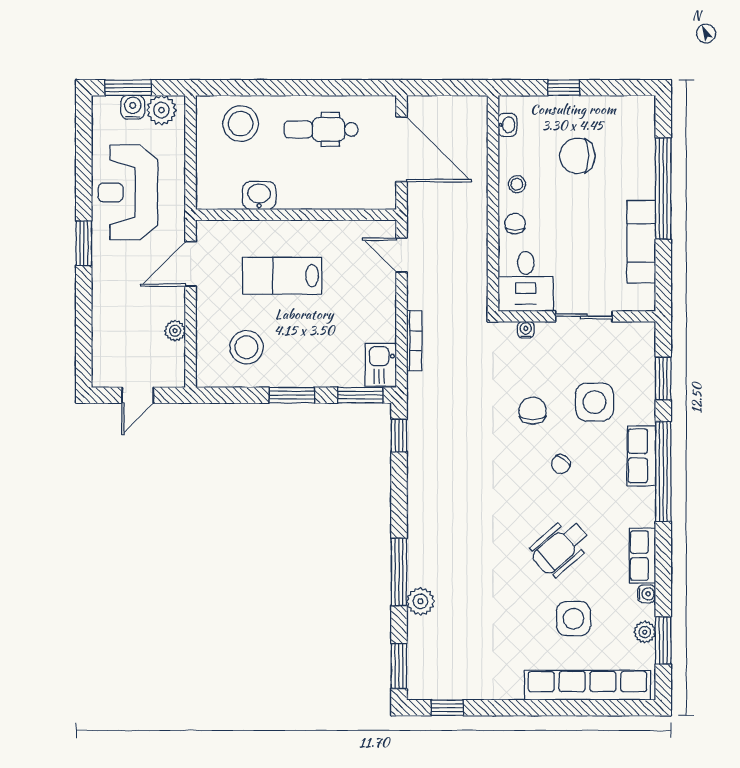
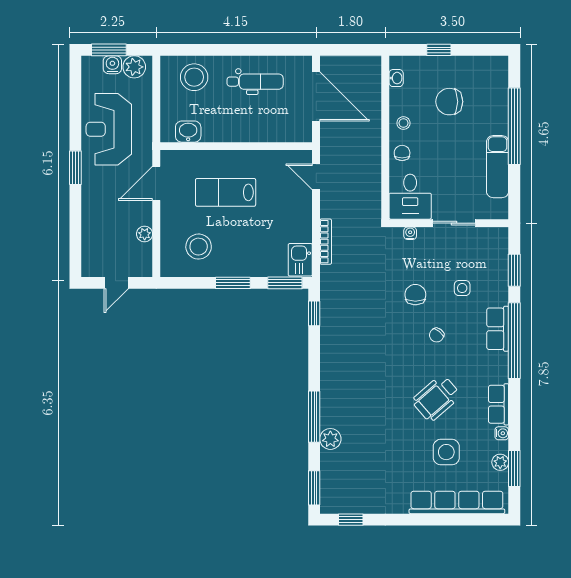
dental chair: (321, 129) -> (255, 82), turned 180
washbasin: (259, 196) -> (188, 132), moved
side table: (594, 402) -> (462, 288), width x0.54, depth x0.54

